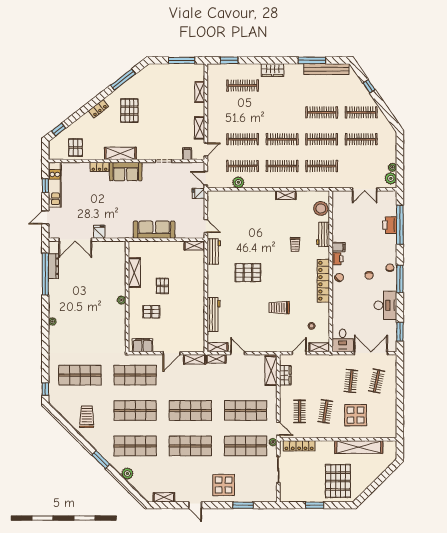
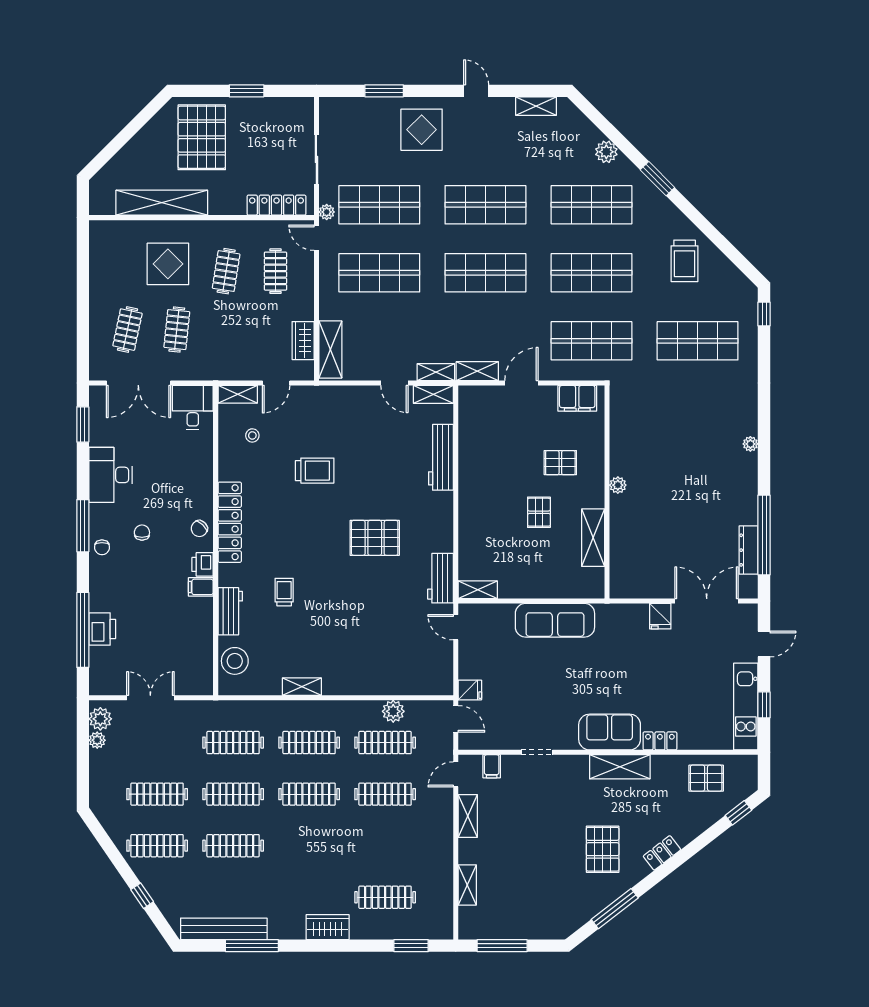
pallet: (75, 148) -> (706, 778), turned 90

